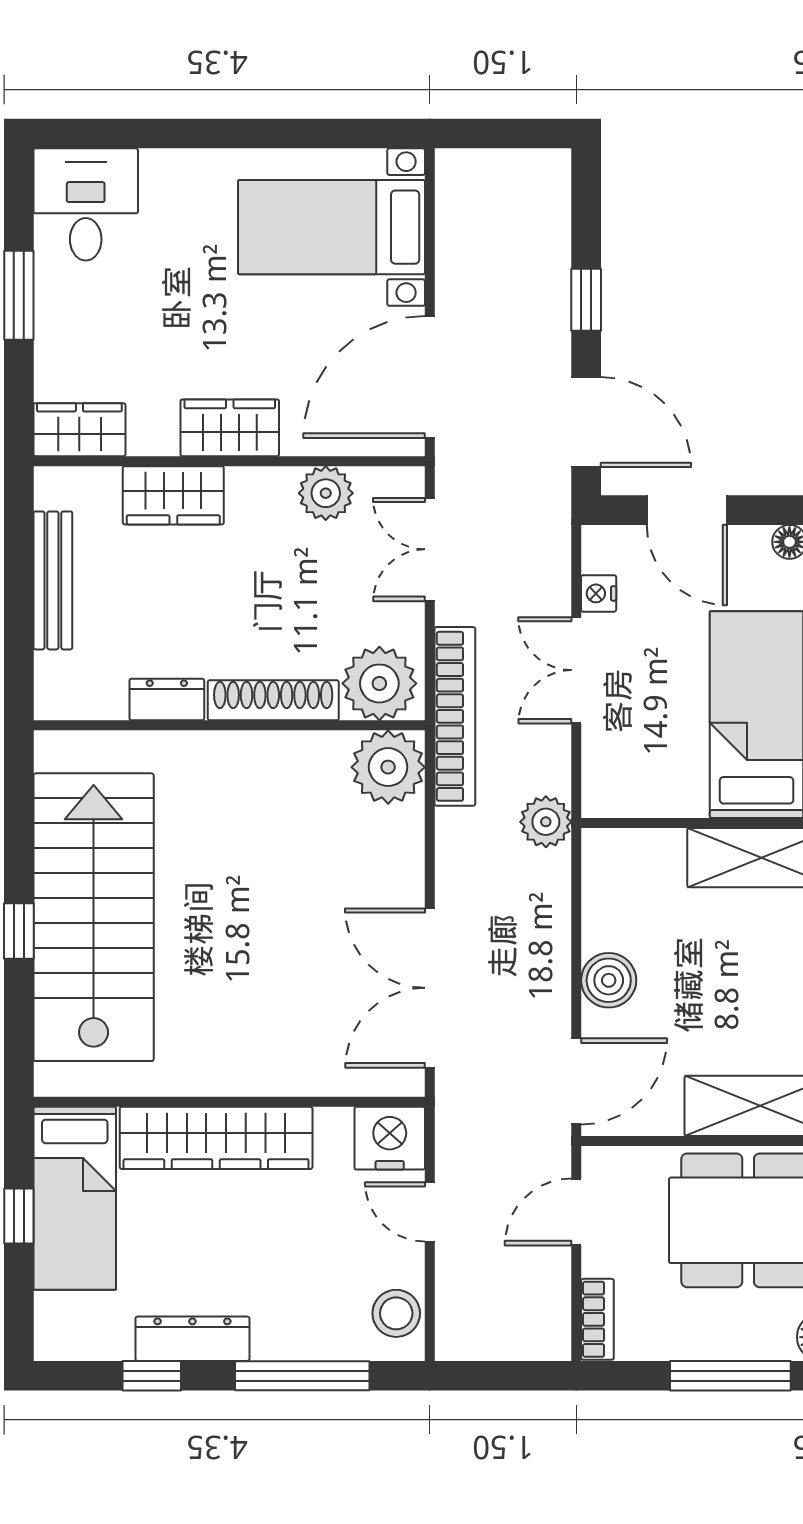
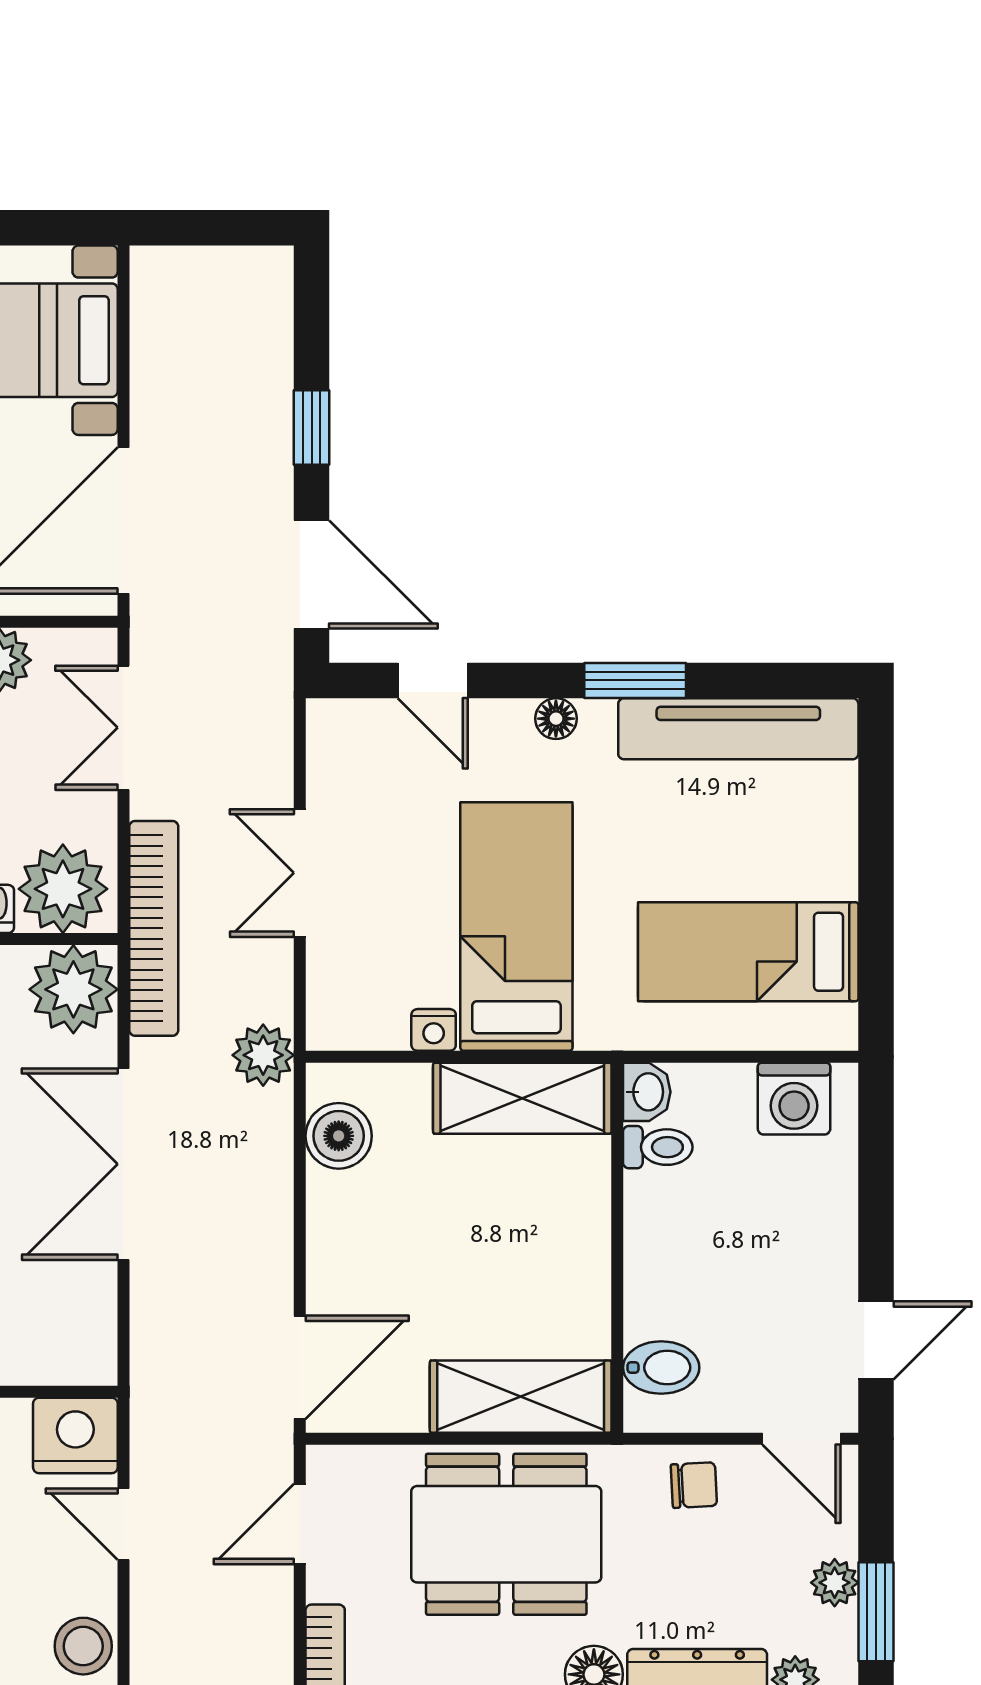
door: (687, 510) -> (433, 680), width x0.73
nightstand: (599, 593) -> (434, 1030), moved, turned -90
boiler: (609, 980) -> (339, 1136), moved
double door: (430, 988) -> (123, 1164), moved

